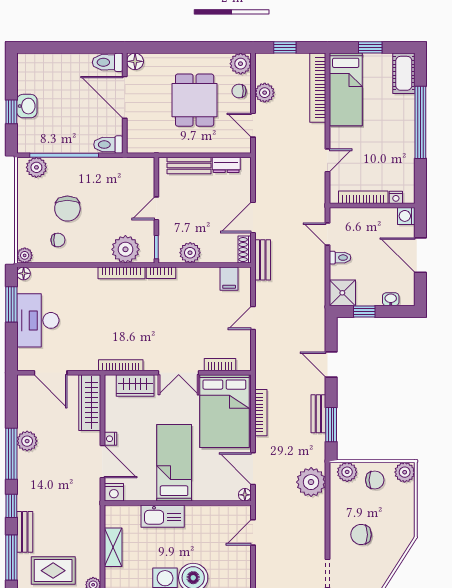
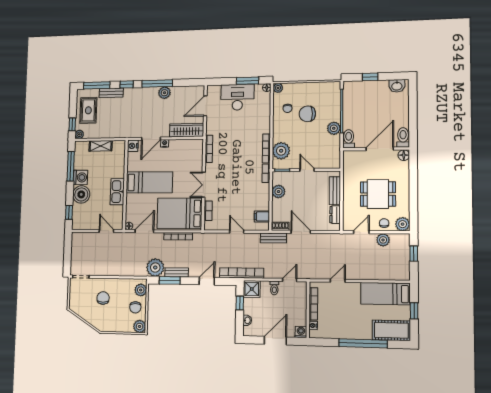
cot: (404, 73) -> (391, 330), width x1.37, depth x1.34
bookcase: (318, 88) -> (242, 273), moved
washbasin: (27, 106) -> (397, 86), moved
door: (327, 160) -> (338, 281), swing flipped
plant: (36, 167) -> (334, 128), moved
wardrobe: (135, 385) -> (196, 158), removed
plant: (311, 482) -> (155, 267), moved
kitchen sink: (163, 516) -> (117, 192), moved

